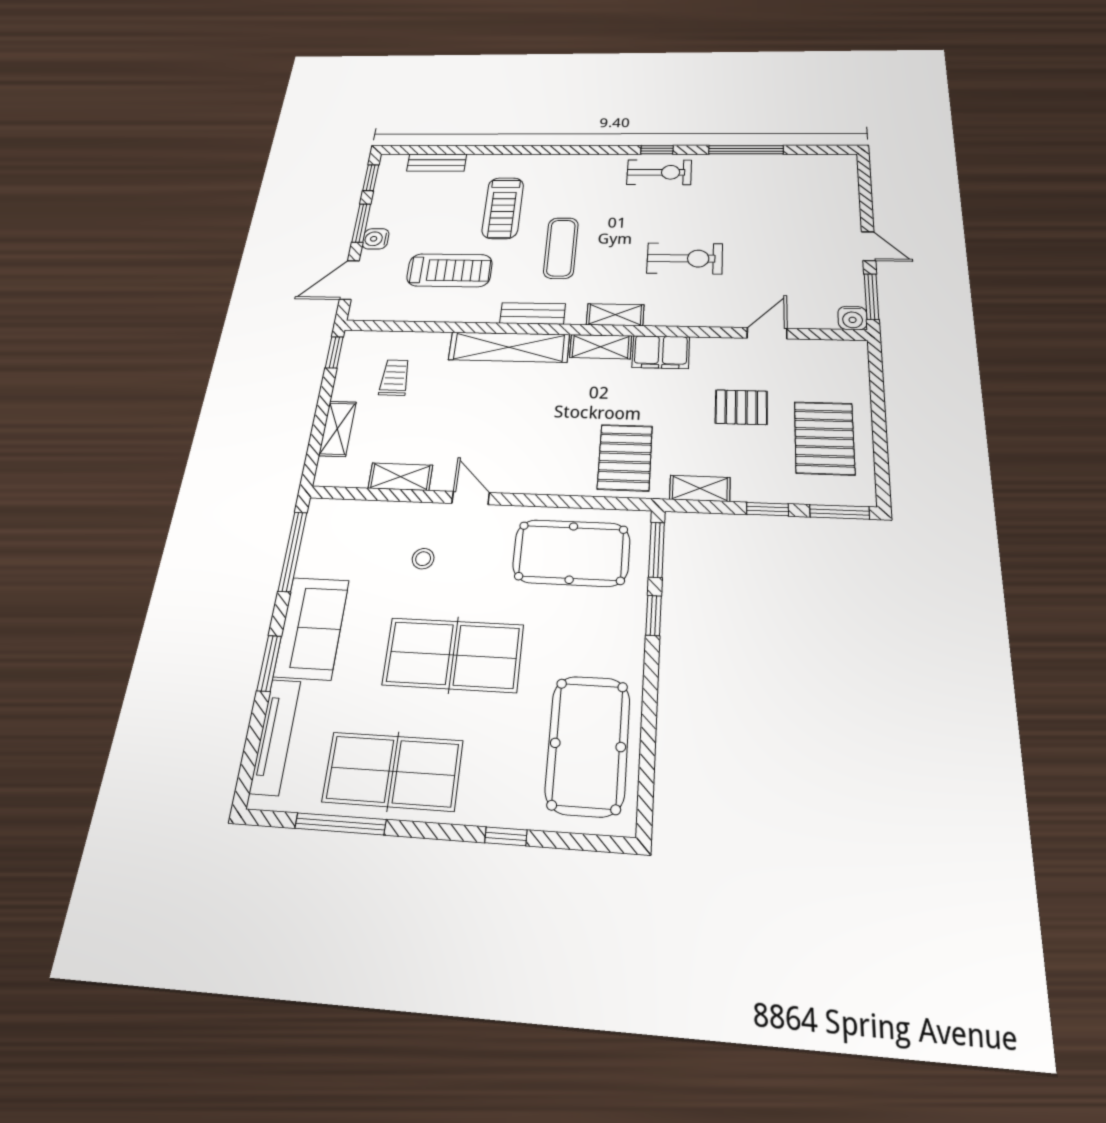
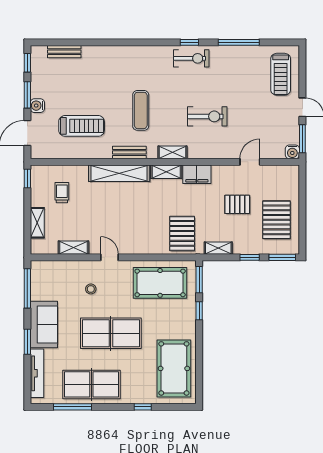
treadmill: (503, 208) -> (281, 74), moved

